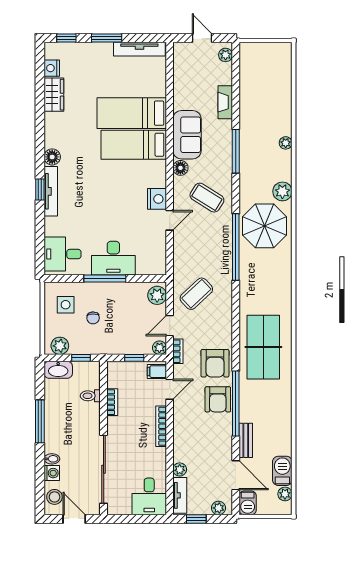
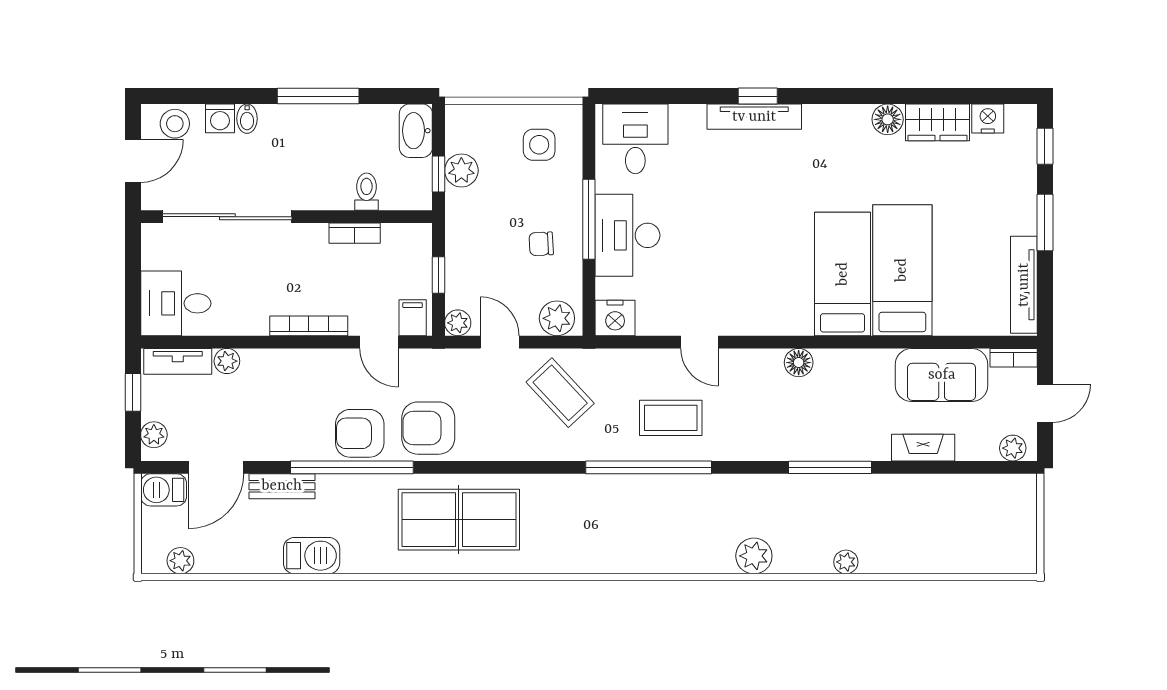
sofa: (187, 135) -> (942, 375), moved
floor lamp: (52, 157) -> (888, 119), moved
coffee table: (207, 198) -> (671, 418), moved, turned 58
nightstand: (157, 199) -> (615, 318), moved
parasol: (265, 226) -> (689, 522), removed
chair: (93, 318) -> (541, 244), moved
plant: (60, 346) -> (461, 170), moved
bookcase: (178, 351) -> (1014, 358), moved
barbecue: (282, 471) -> (312, 556), moved

